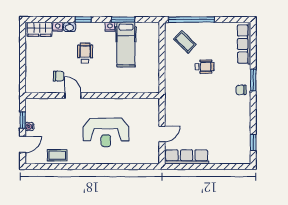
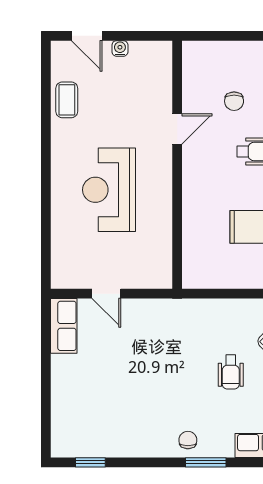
chair: (58, 76) -> (234, 101), moved
window: (23, 120) -> (132, 36), removed
row of seats: (187, 157) -> (64, 326), width x0.68

